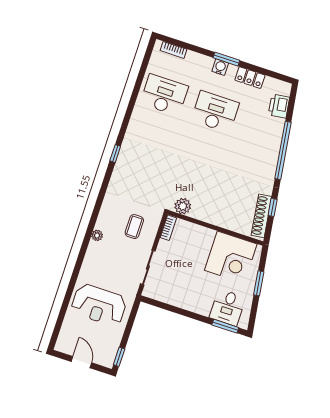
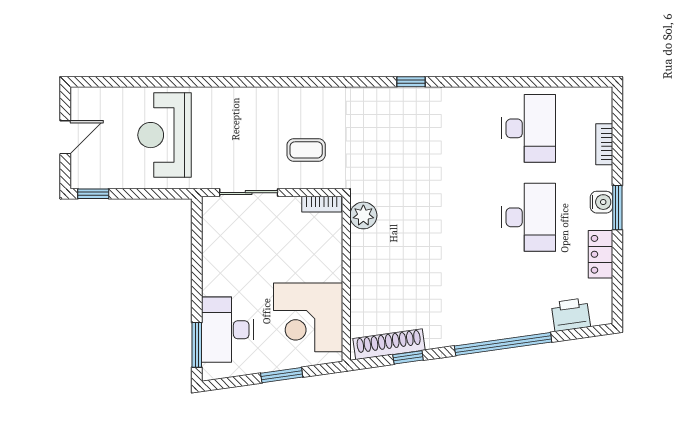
bookcase: (174, 50) -> (604, 144), moved
plant: (97, 235) -> (273, 96), removed
desk: (228, 308) -> (227, 330), width x1.37

